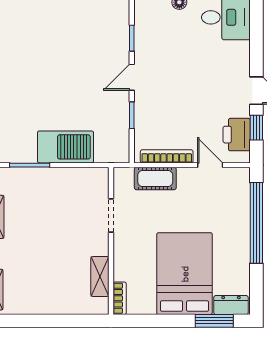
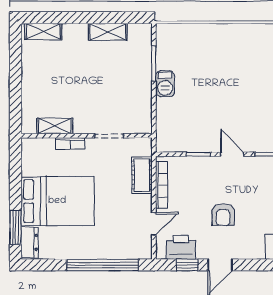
armchair: (200, 87) -> (223, 215), added
barbecue: (65, 147) -> (165, 84), width x0.53, depth x0.65
bookcase: (120, 298) -> (70, 143), moved

